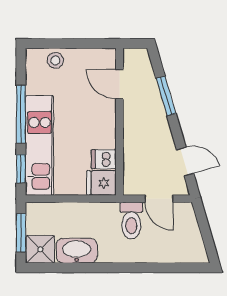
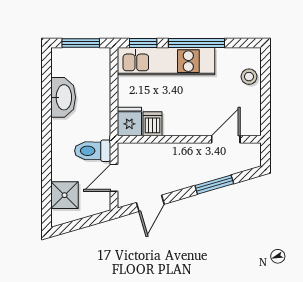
shower: (40, 249) -> (65, 195), moved

